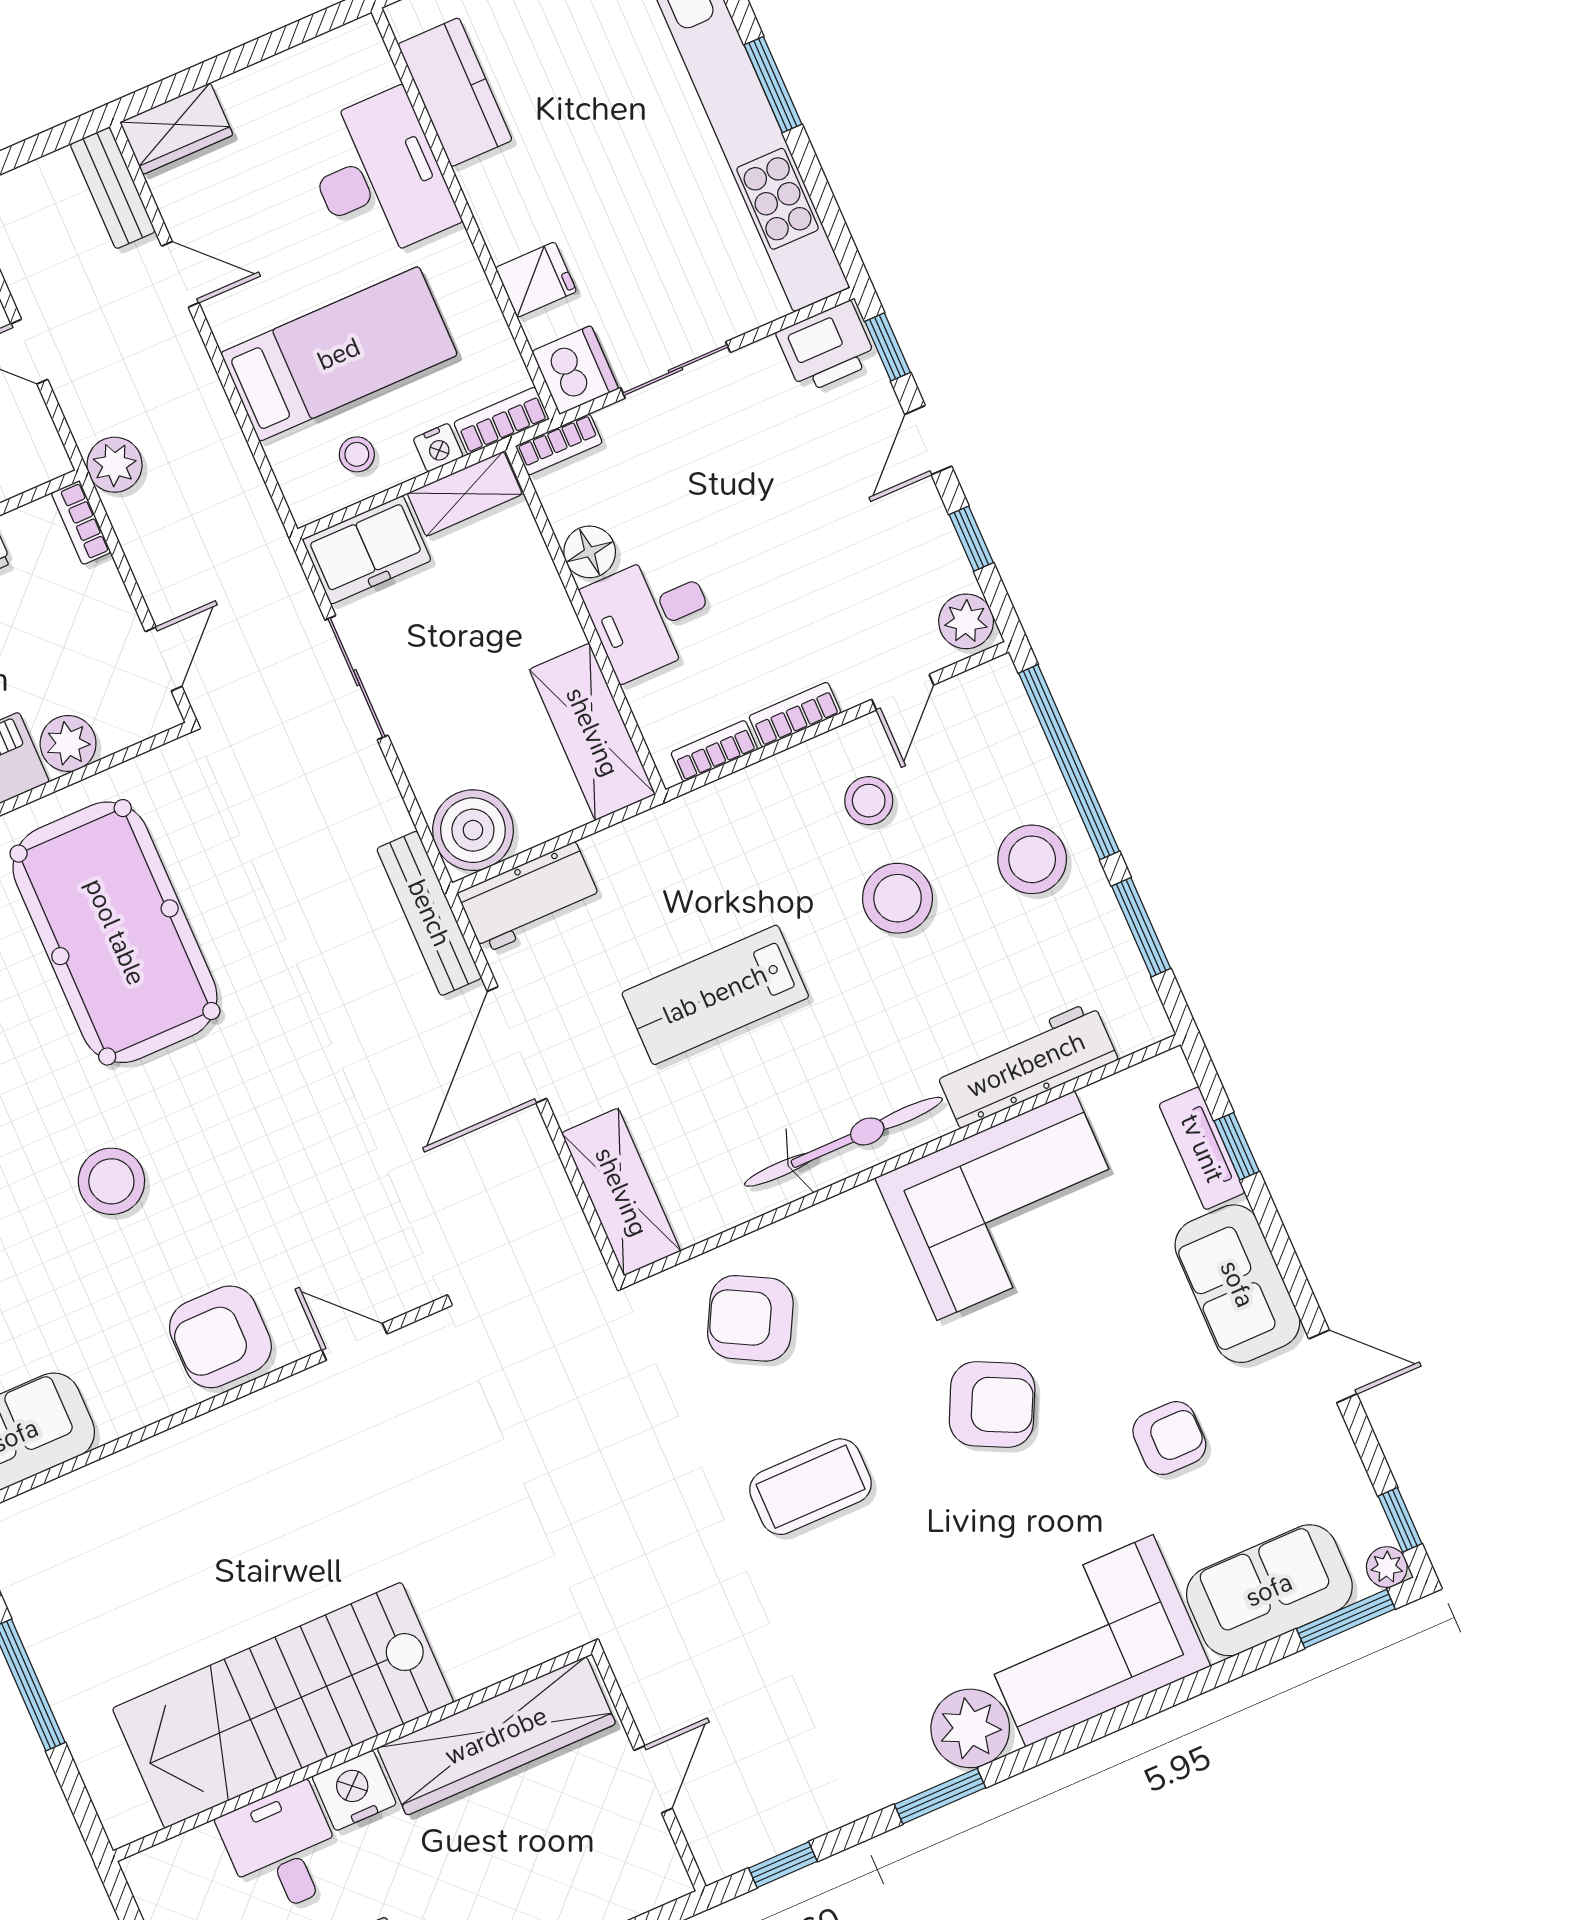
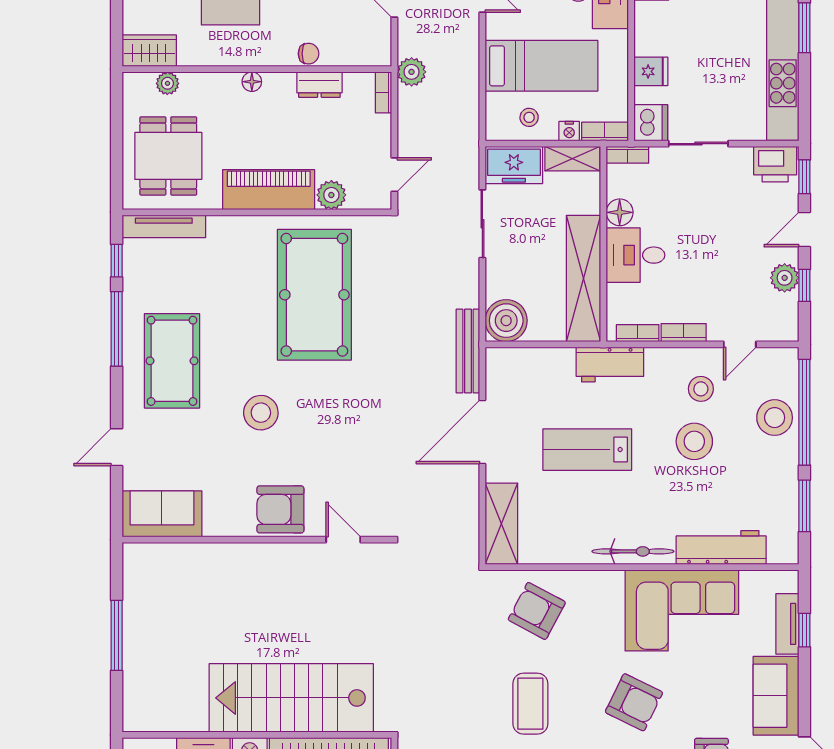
plant: (966, 621) -> (785, 278), moved
shelving: (592, 732) -> (584, 278), width x1.47
stool: (1032, 859) -> (775, 418), moved
workbench: (529, 898) -> (610, 365), moved
bicycle: (844, 1142) -> (633, 551), width x0.73, depth x0.71
coffee table: (811, 1487) -> (530, 704), turned 90
stairs: (283, 1705) -> (291, 698), moved

